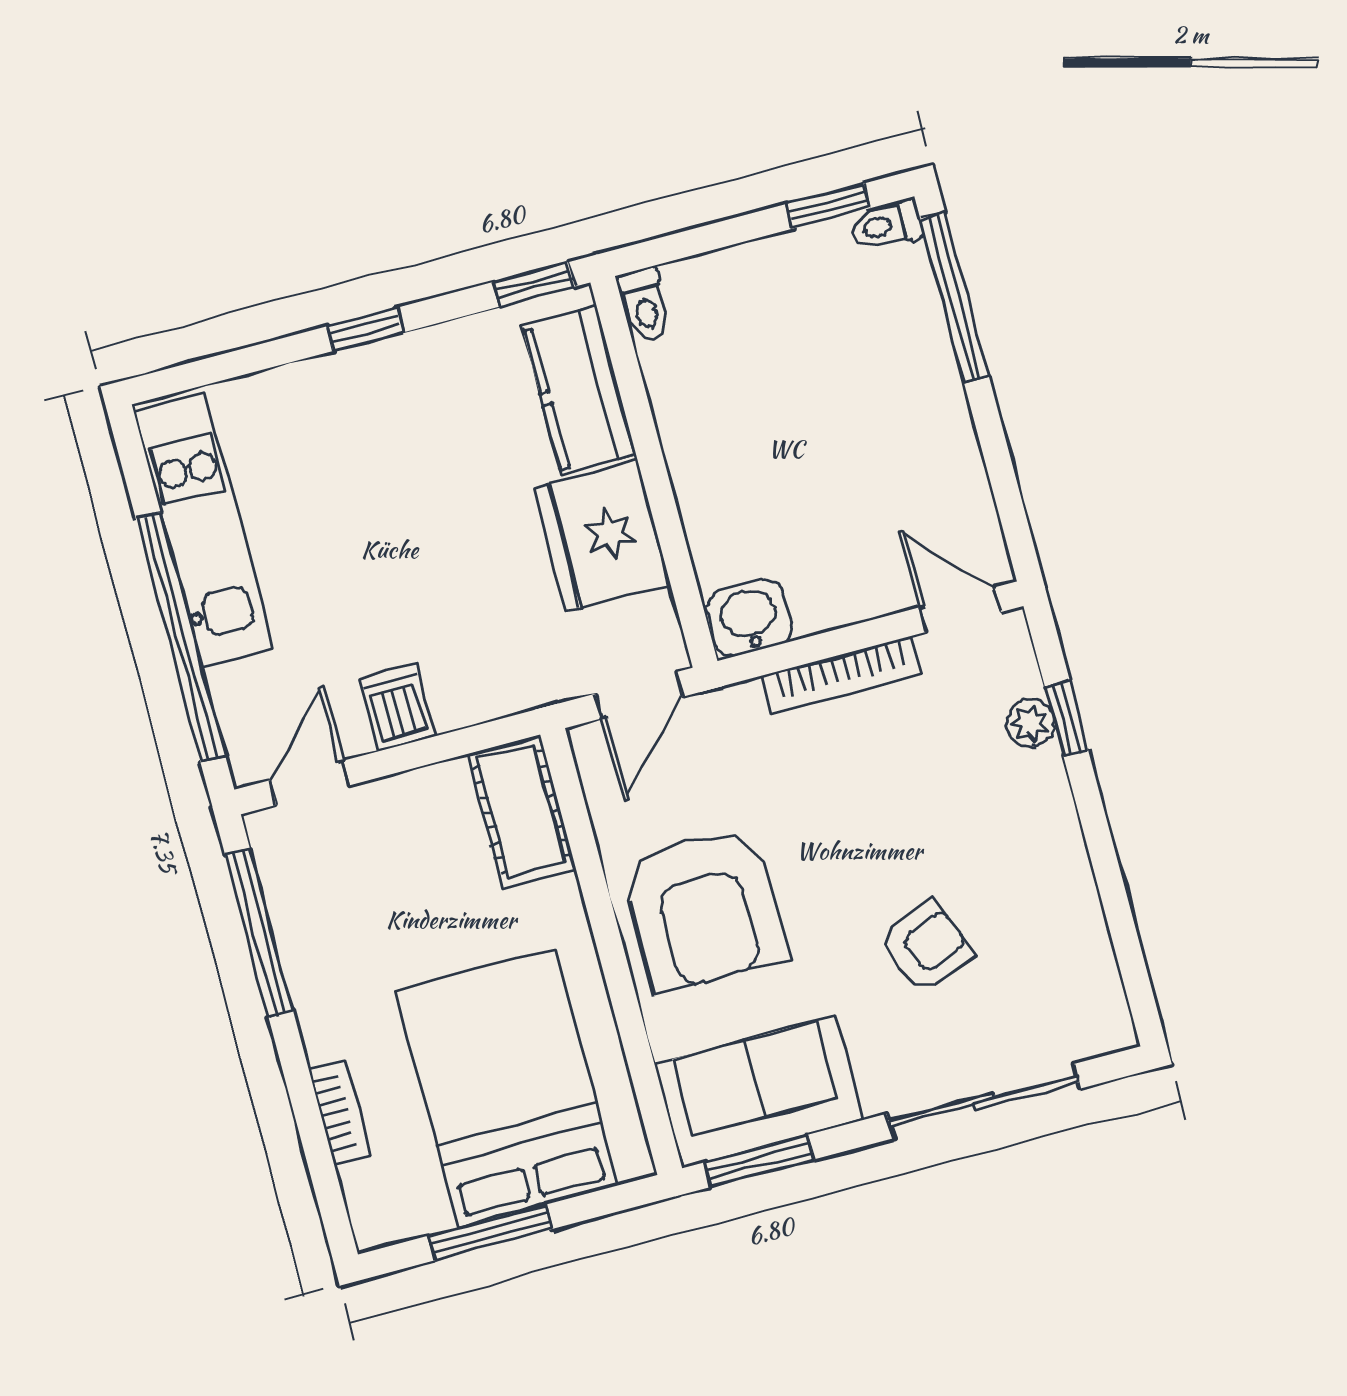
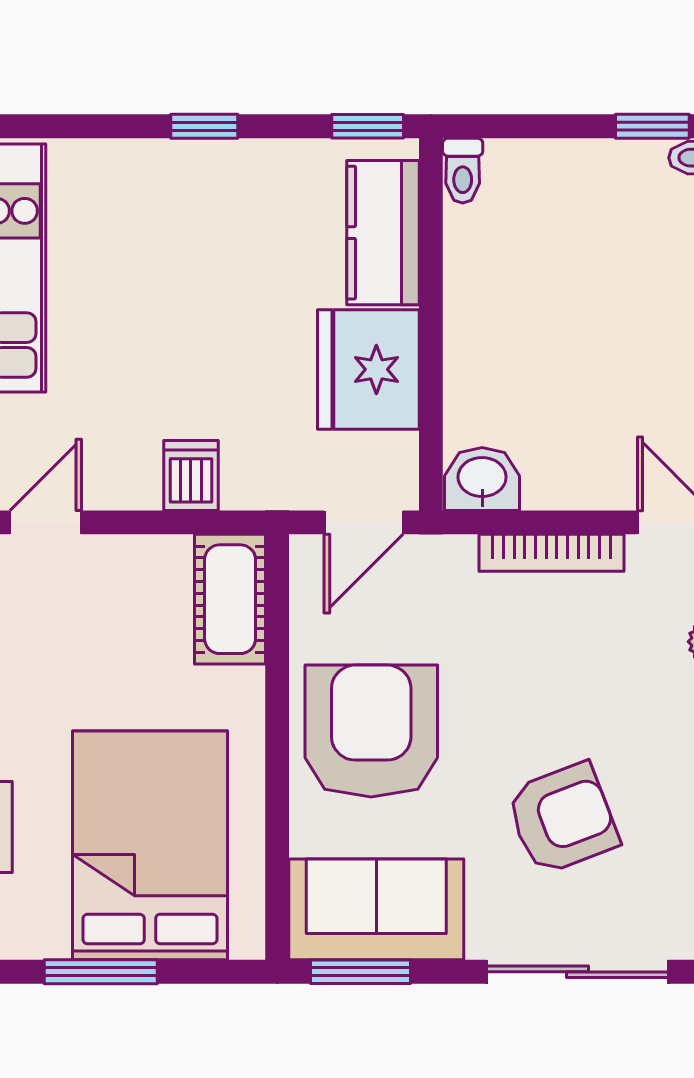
dishwasher: (397, 708) -> (191, 475), moved
armchair: (704, 909) -> (371, 731), turned 180
armchair: (926, 947) -> (562, 819), width x1.38, depth x1.38

